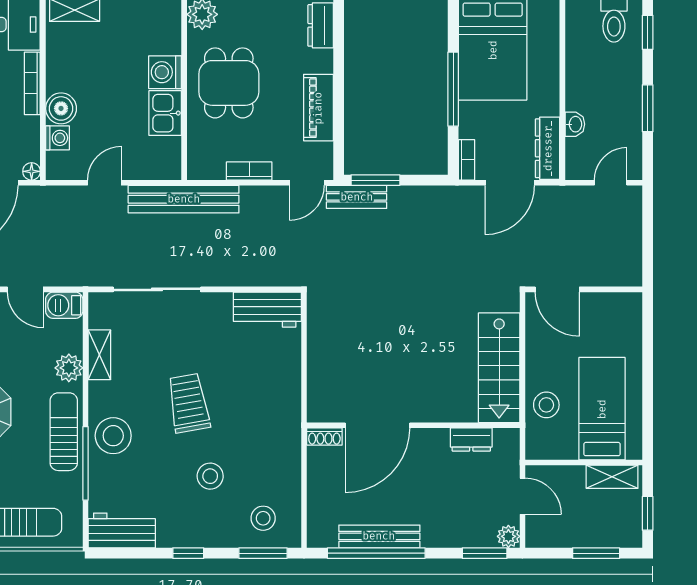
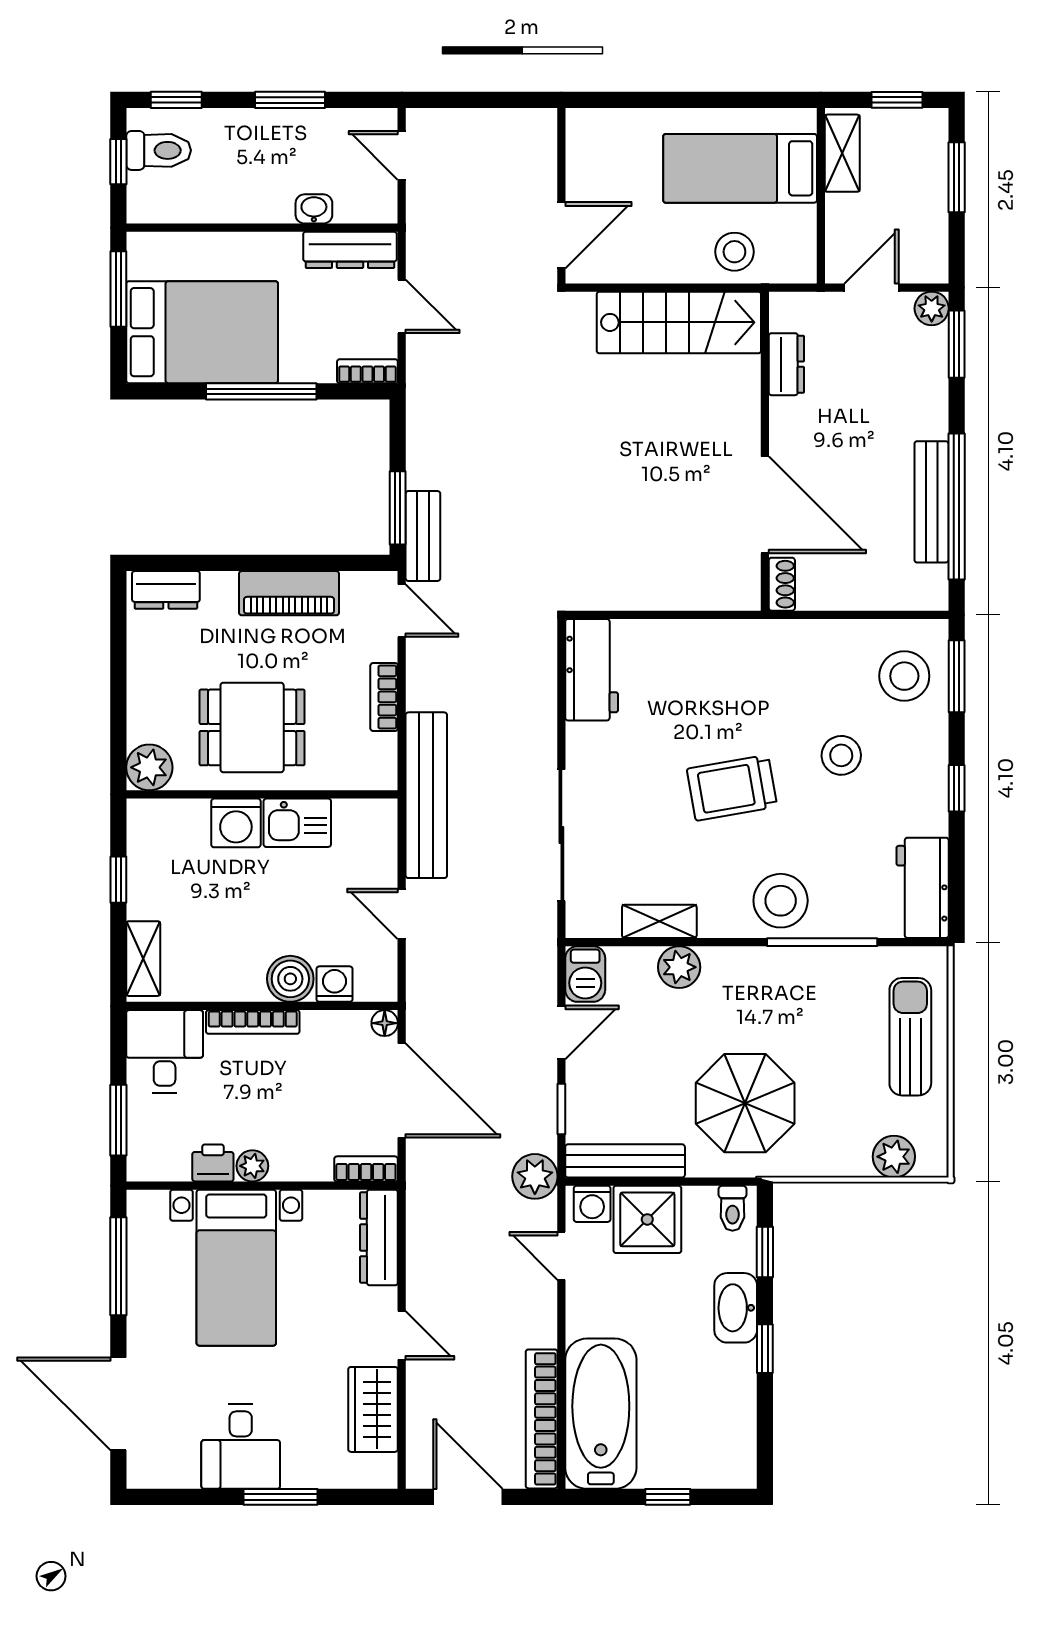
door: (510, 183) -> (402, 306), width x0.73
sun lounger: (64, 432) -> (775, 975), removed
stool: (263, 518) -> (904, 676), width x1.38, depth x1.38

